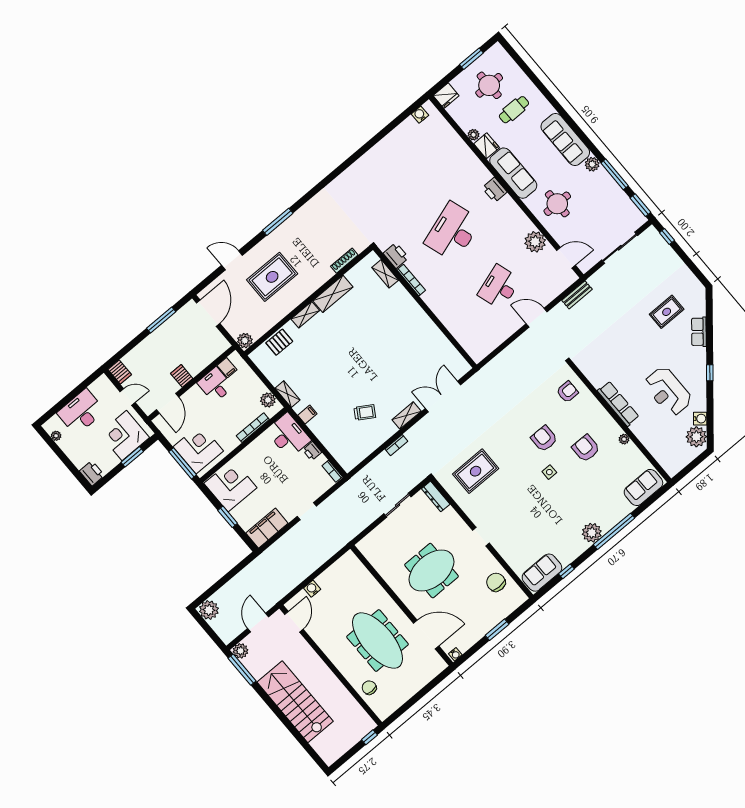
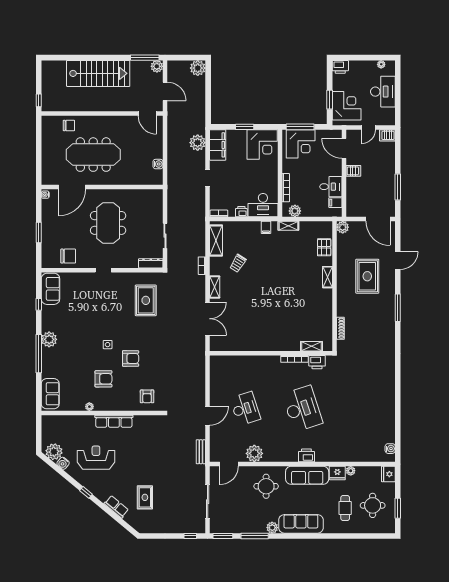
shelving: (333, 294) -> (216, 240), moved
plant: (281, 549) -> (198, 143), added
water cooler: (312, 589) -> (158, 164), moved

